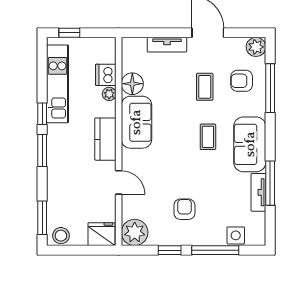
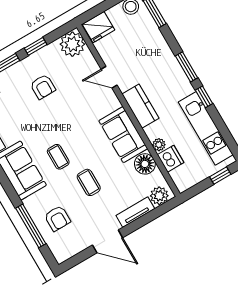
plant: (256, 47) -> (159, 196), moved
armchair: (242, 81) -> (57, 218), turned 90
coffee table: (205, 87) -> (89, 182), moved

